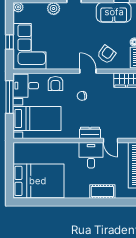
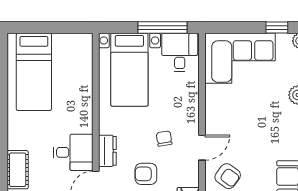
window: (10, 42) -> (277, 28), moved
armchair: (55, 84) -> (146, 174), moved
bed: (38, 181) -> (34, 72), width x0.67

